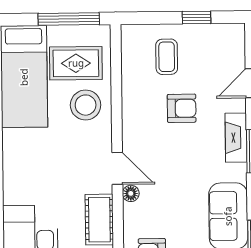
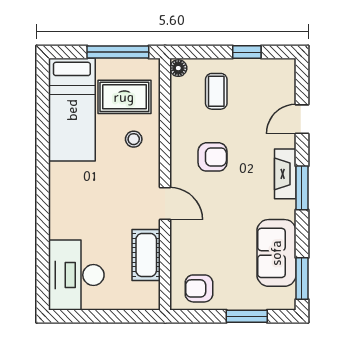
stool: (86, 105) -> (134, 139), width x0.53, depth x0.53
armchair: (182, 108) -> (213, 157), moved
floor lamp: (131, 193) -> (178, 68), moved

